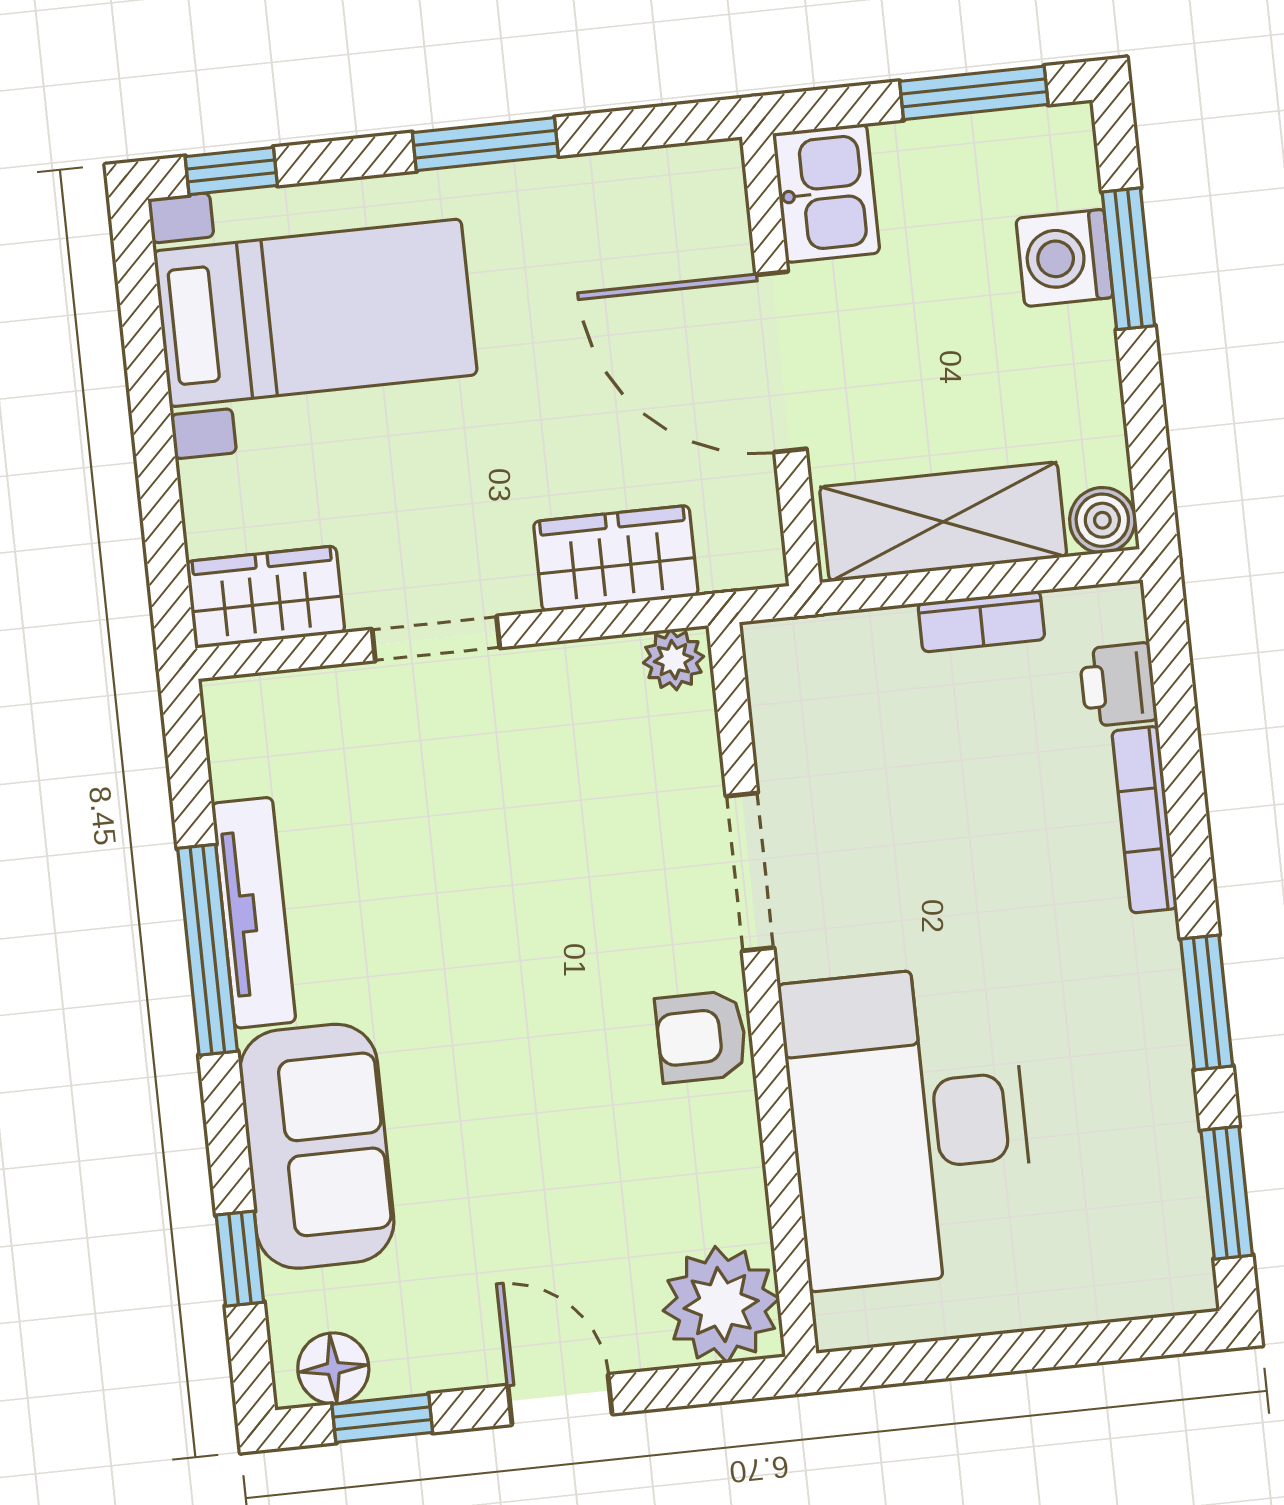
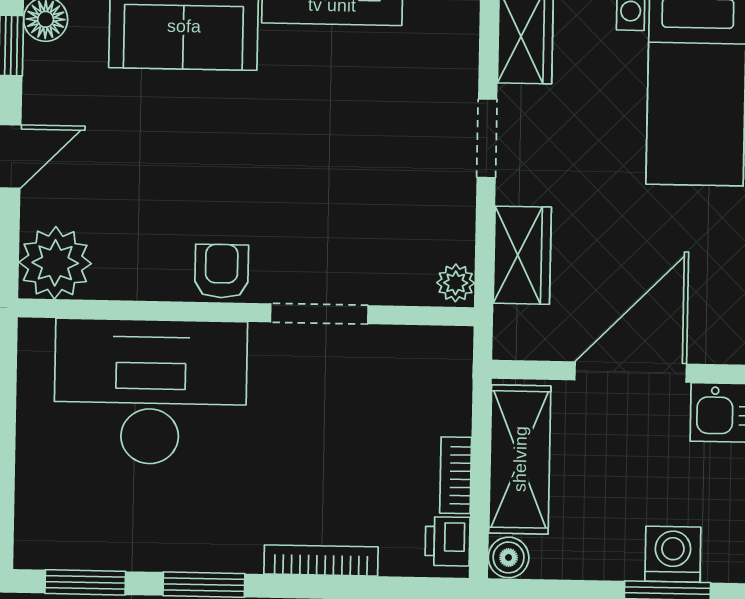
printer: (1118, 685) -> (447, 541), moved, turned -90

